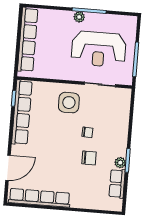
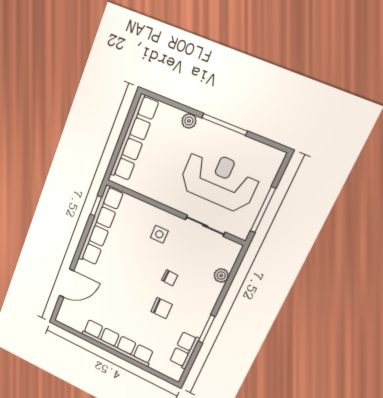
plant: (79, 17) -> (189, 121), moved
reception desk: (99, 49) -> (219, 180), turned 180
side table: (69, 103) -> (159, 234), width x0.54, depth x0.54
plant: (120, 163) -> (221, 275), moved
row of seats: (39, 198) -> (117, 343), moved

